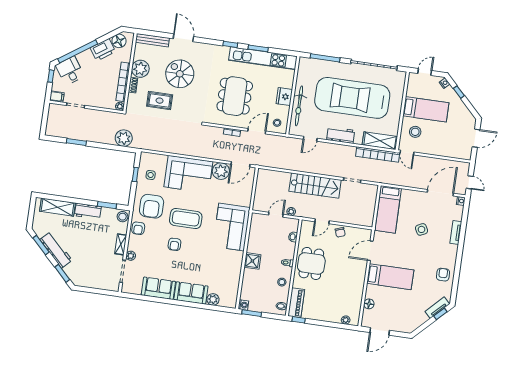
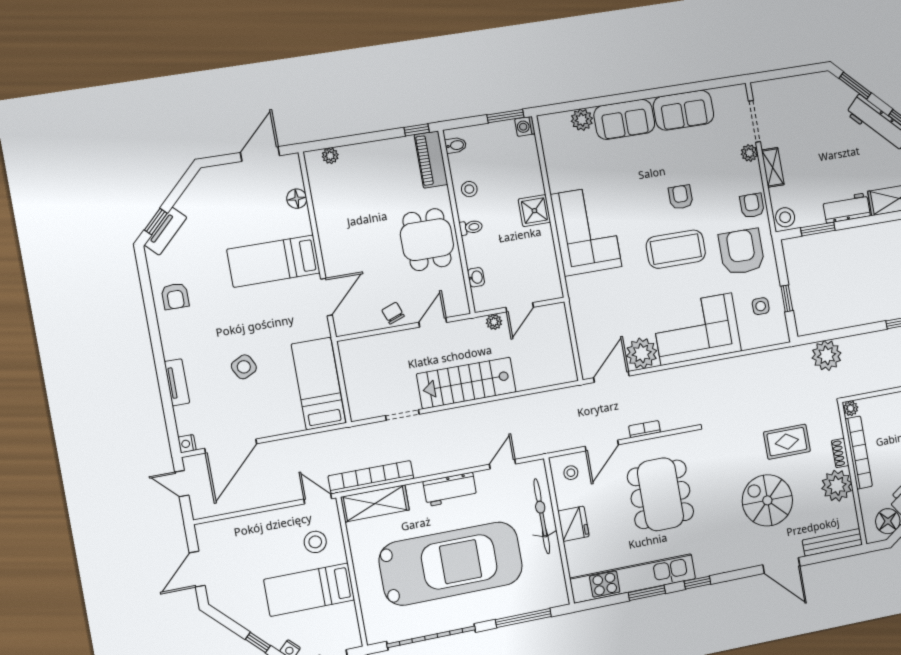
spiral stairs: (180, 74) -> (767, 500), turned 180
corner sofa: (231, 227) -> (586, 231), moved

